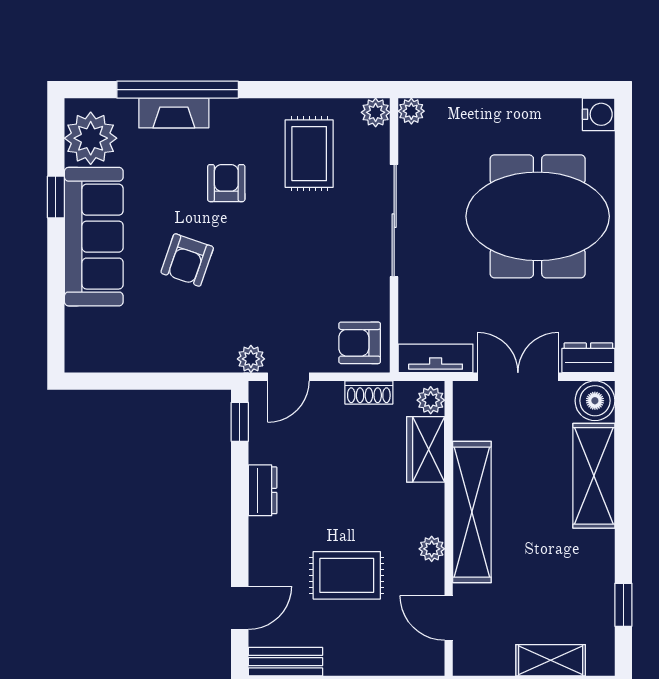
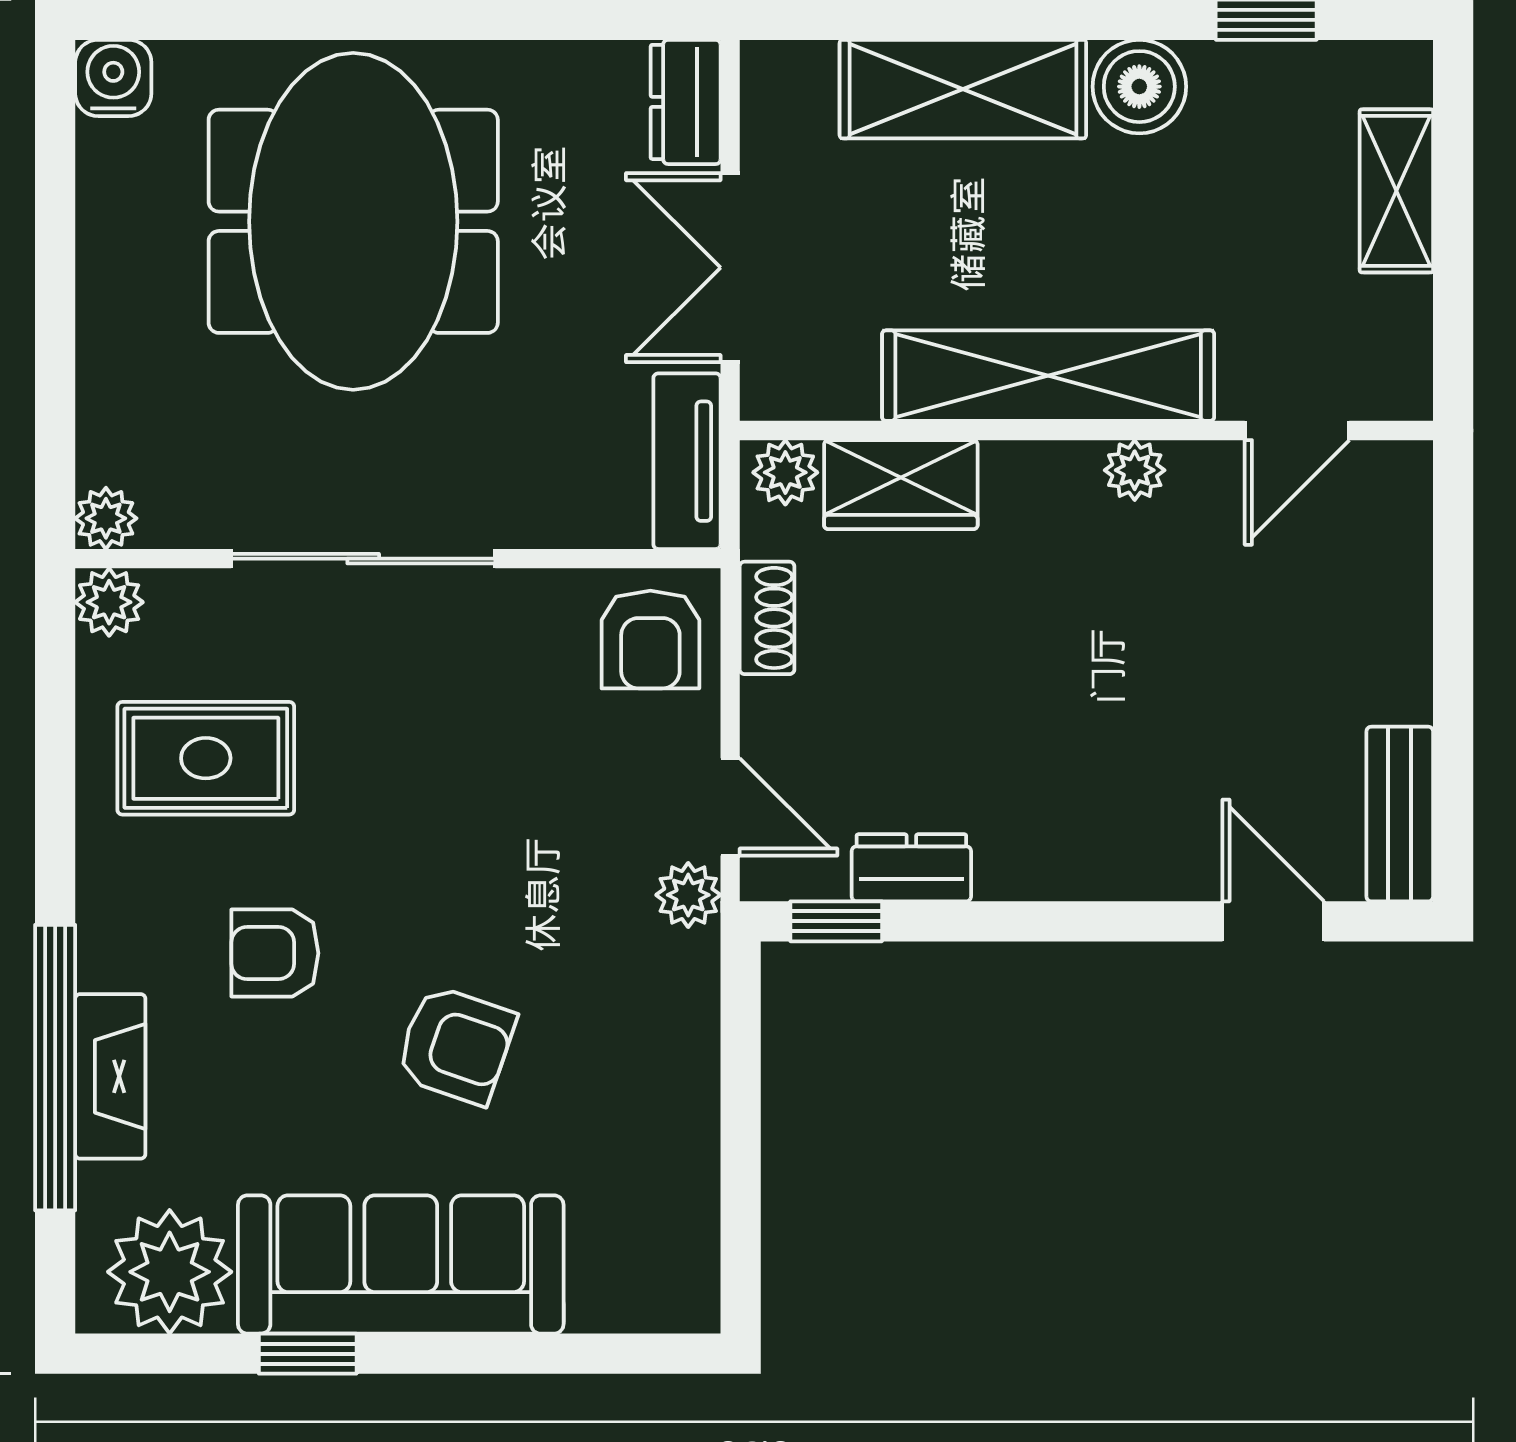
boiler: (595, 401) -> (1139, 87), moved
dresser: (263, 490) -> (911, 868), moved
rug: (347, 575) -> (1197, 670), removed

